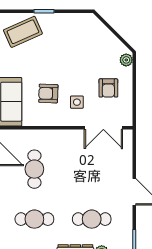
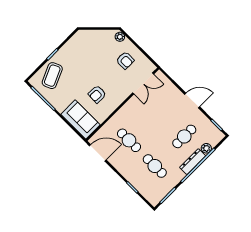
side table: (77, 102) -> (116, 84), removed
cafe table: (34, 219) -> (155, 166), turned 90

